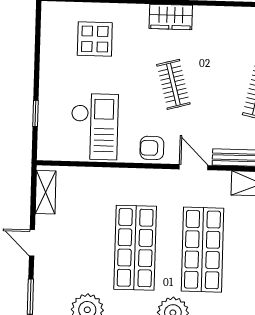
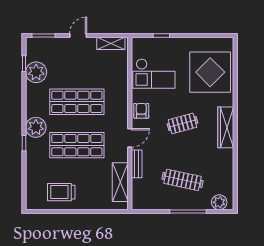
wardrobe: (171, 17) -> (226, 127), width x1.50
display table: (95, 39) -> (210, 72), width x1.86, depth x1.86

